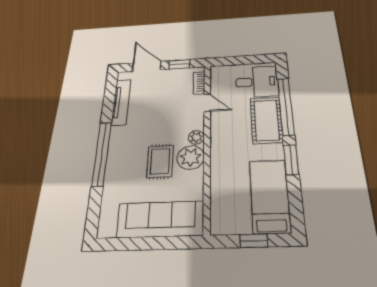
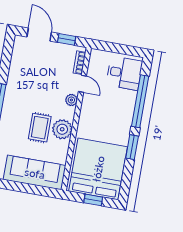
tv unit: (121, 102) -> (15, 66), removed
cot: (266, 120) -> (123, 110), removed
plant: (196, 137) -> (71, 100), moved
bed: (269, 196) -> (98, 169), width x2.04

